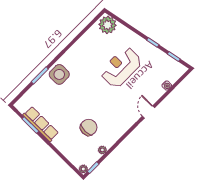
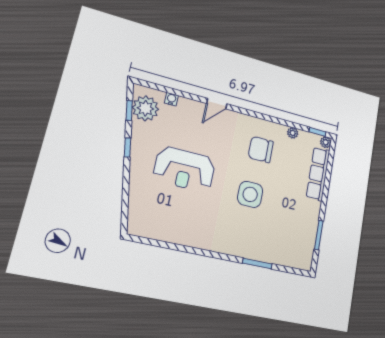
plant: (108, 25) -> (145, 108), moved
side table: (59, 74) -> (250, 194), moved
row of seats: (41, 124) -> (318, 174), moved
chair: (89, 127) -> (261, 149), moved

